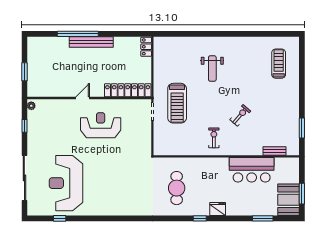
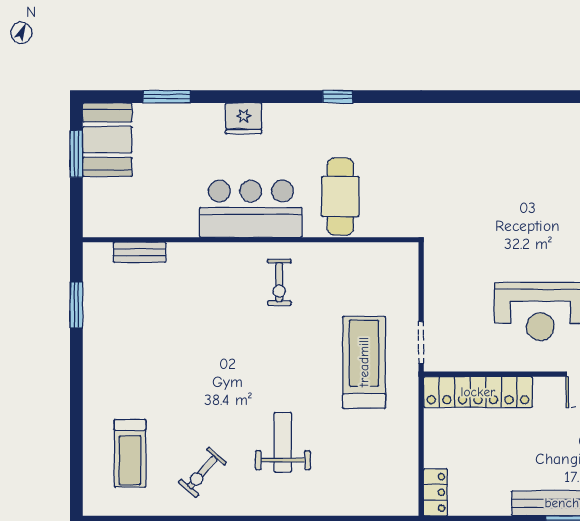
exercise bike: (240, 115) -> (202, 472), moved
bar counter: (252, 170) -> (251, 209), moved
cafe table: (177, 188) -> (340, 197), moved
fridge: (218, 209) -> (244, 118), moved
window: (200, 218) -> (338, 97), moved

